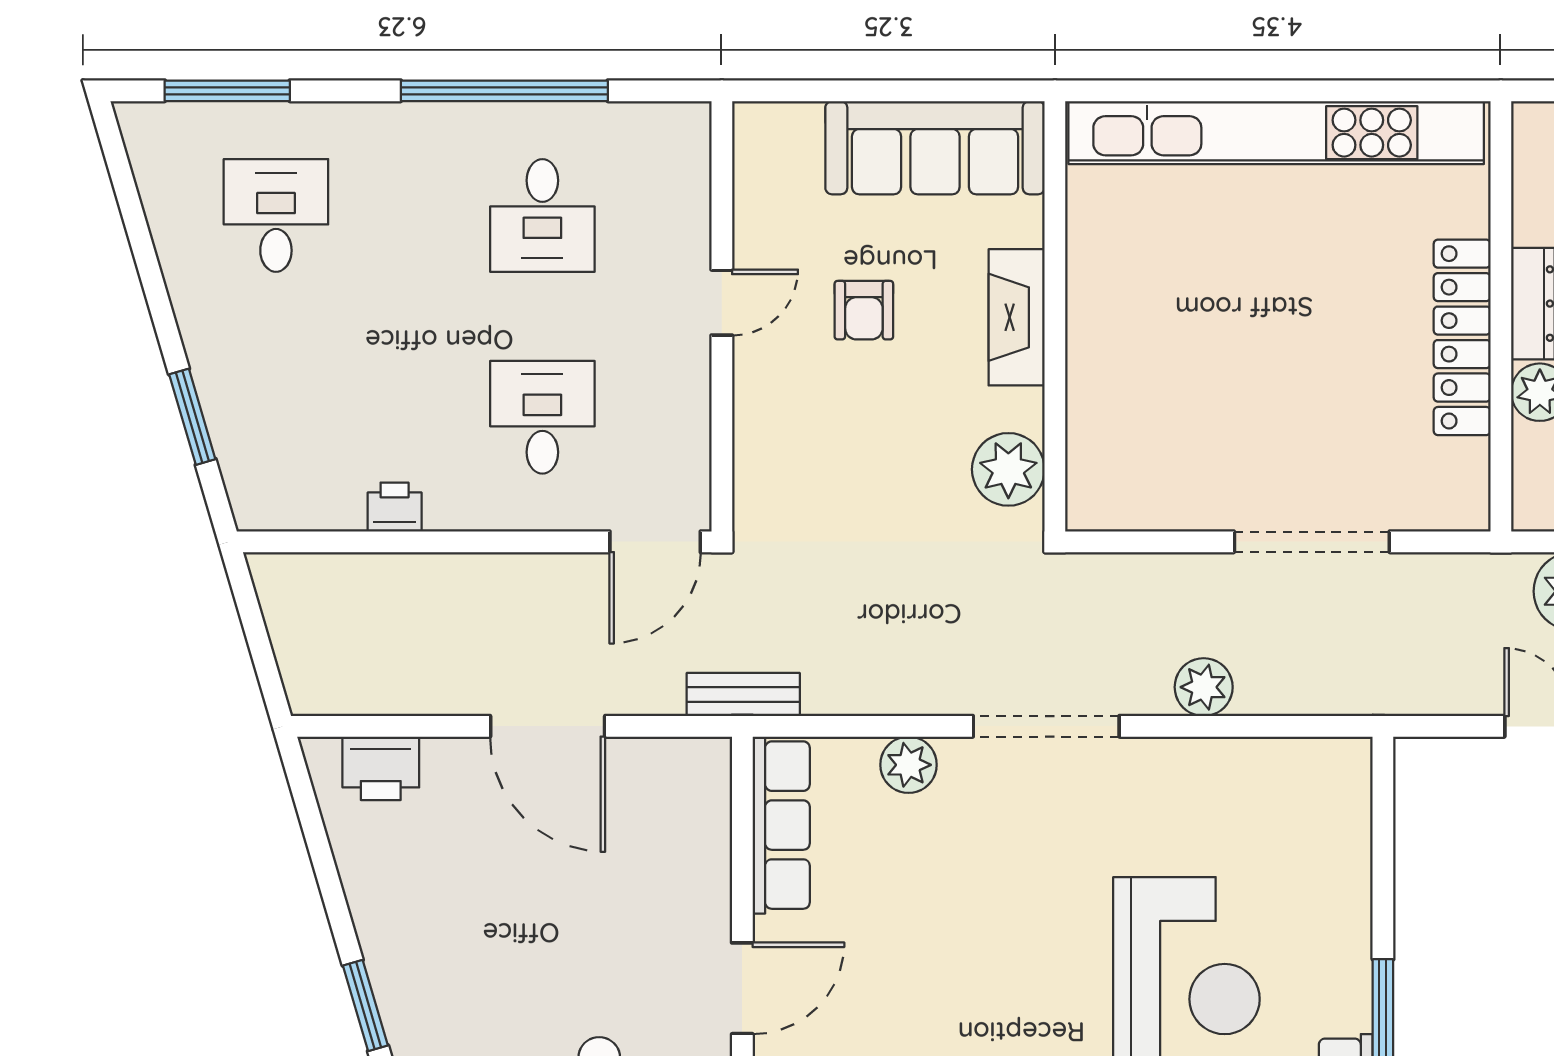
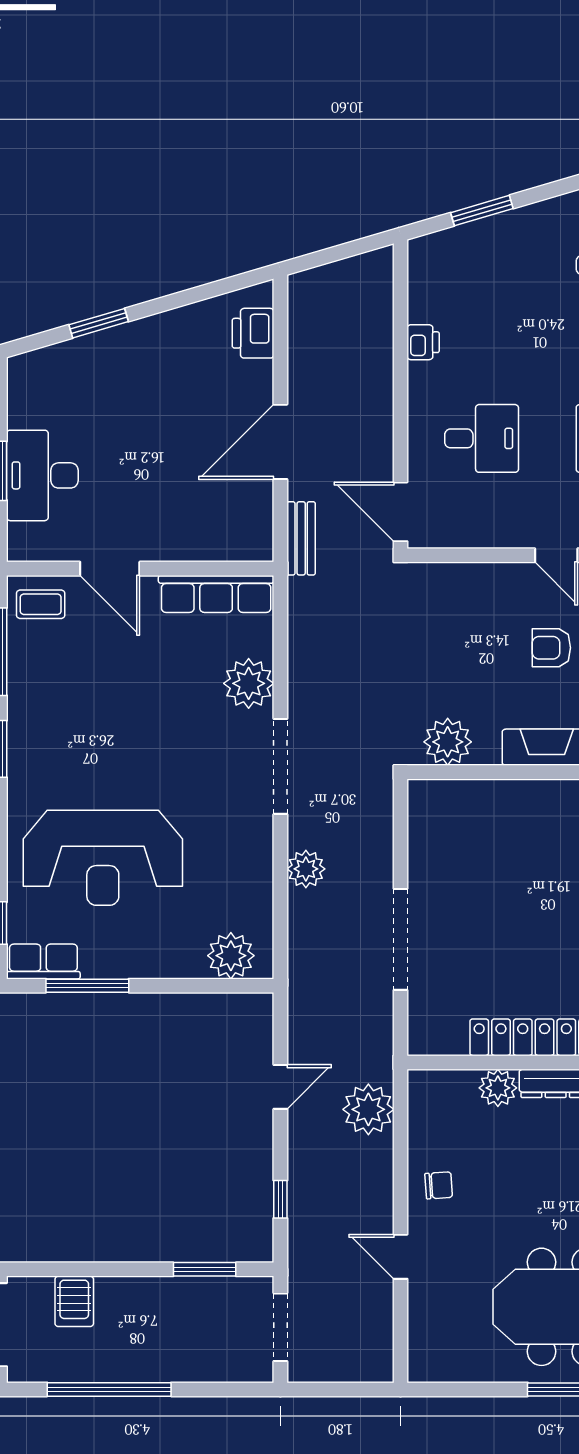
bench: (743, 694) -> (301, 538), moved
plant: (908, 765) -> (249, 683), width x1.36, depth x1.36
plant: (1337, 802) -> (231, 956), added

